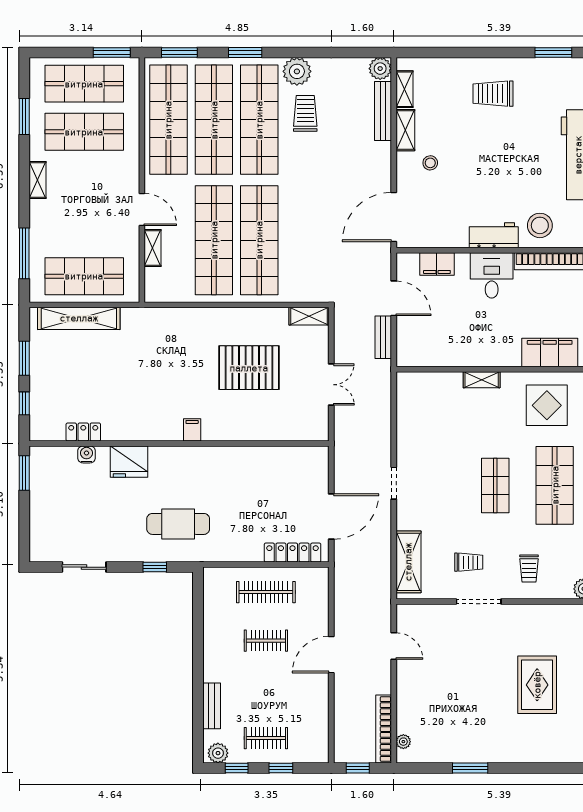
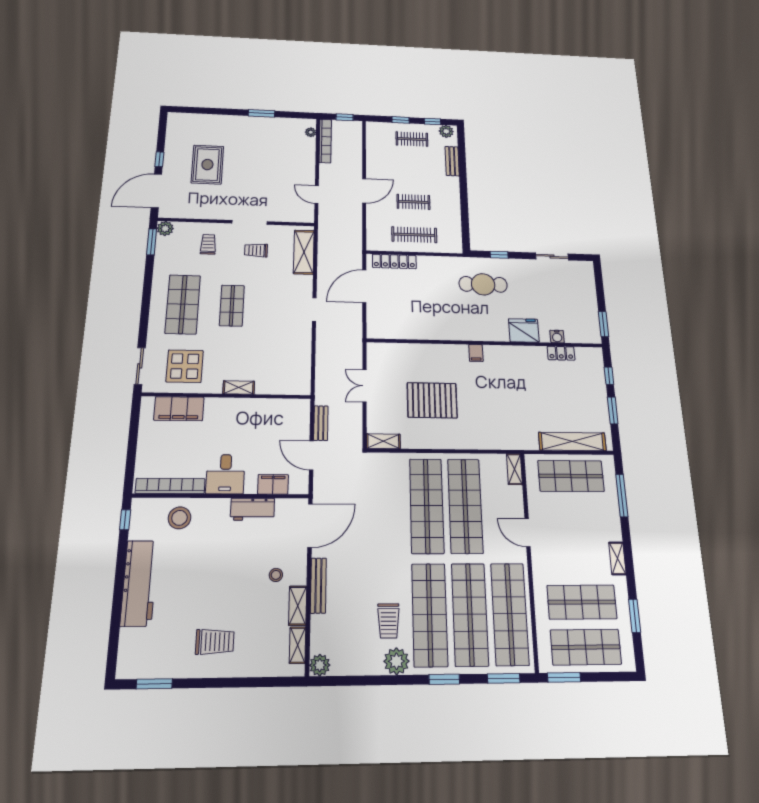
bench: (383, 111) -> (318, 585), moved
workbench: (494, 235) -> (252, 509), moved
shelving: (153, 248) -> (514, 469), moved

